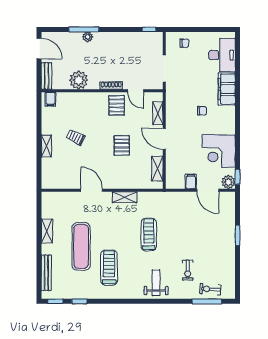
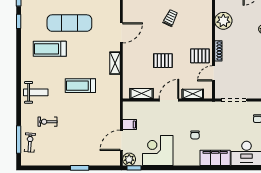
treadmill: (149, 235) -> (80, 86), turned 180
treadmill: (109, 268) -> (50, 49), turned 180

